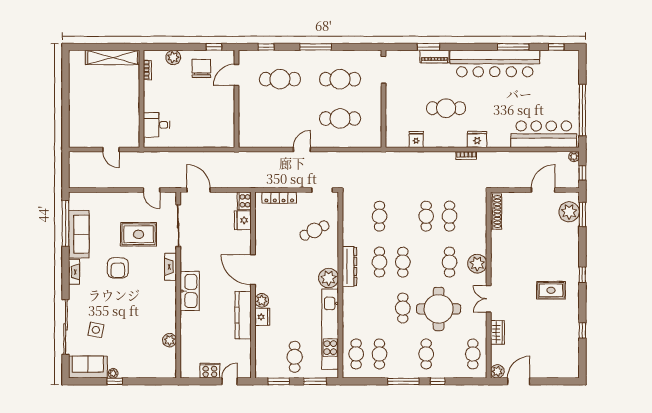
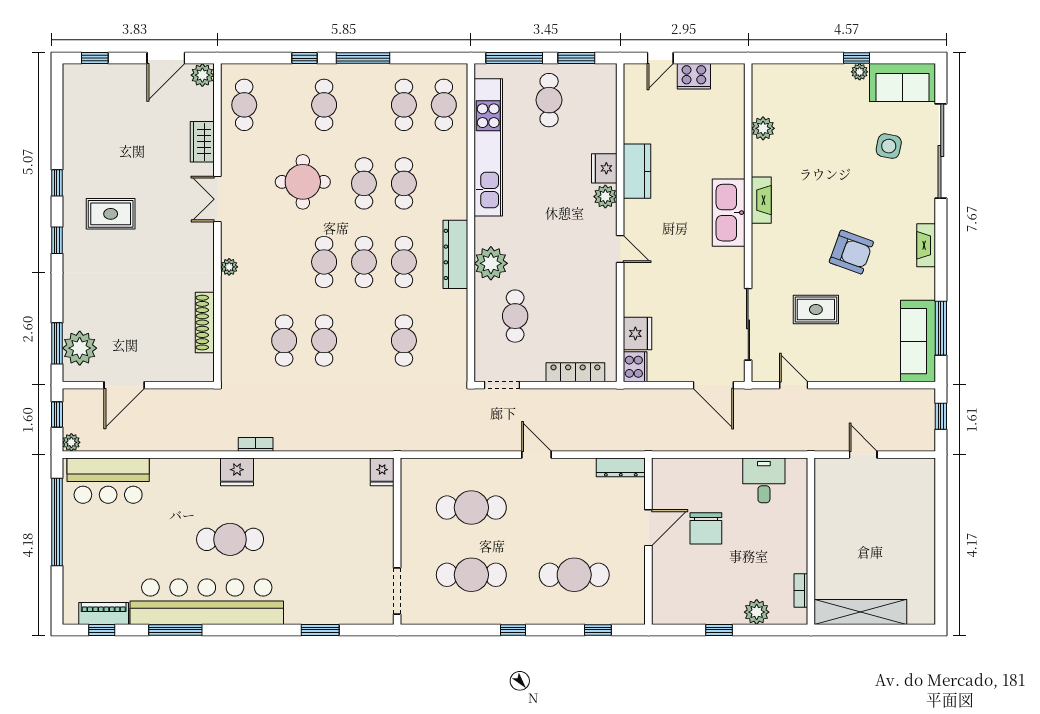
window: (214, 47) -> (719, 630), moved
window: (316, 47) -> (513, 630), width x0.46
piano: (434, 57) -> (104, 613), moved
chair: (201, 68) -> (706, 528), moved
door: (236, 75) -> (648, 528), moved
cafe table: (446, 108) -> (230, 539), moved
desk: (157, 125) -> (764, 480), moved, turned -90
bar counter: (544, 134) -> (108, 481), width x0.73
fridge: (416, 139) -> (382, 472), moved
dresser: (253, 142) -> (621, 467), added
door: (302, 149) -> (536, 455), swing flipped
window: (65, 172) -> (941, 416), added
shoe rack: (496, 212) -> (205, 323), moved
window: (65, 223) -> (941, 328), width x0.68
cafe table: (314, 230) -> (515, 316), turned -64
sofa: (79, 234) -> (918, 341), moved
rug: (139, 234) -> (816, 310), width x0.73, depth x0.70
cafe table: (450, 262) -> (324, 262), moved
plant: (477, 264) -> (229, 267), width x0.53, depth x0.53
fireplace: (171, 267) -> (761, 200), moved
armchair: (118, 268) -> (851, 252), turned 110
door: (253, 270) -> (620, 249), width x0.53
plant: (329, 278) -> (491, 263), moved
double door: (489, 299) -> (217, 199), swing flipped
cafe table: (379, 308) -> (404, 183), added
round table: (439, 309) -> (303, 182), width x0.73, depth x0.73
kitchen counter: (243, 315) -> (637, 171), width x0.67
window: (582, 330) -> (57, 183), moved
window: (315, 381) -> (514, 58), width x1.44
window: (560, 381) -> (95, 58), added

